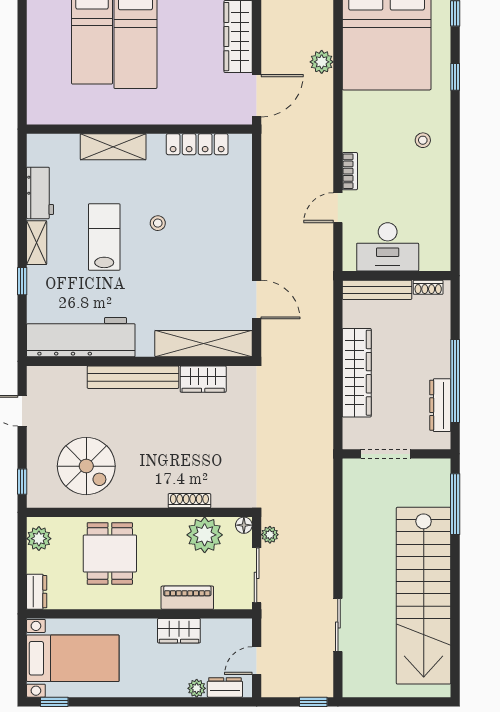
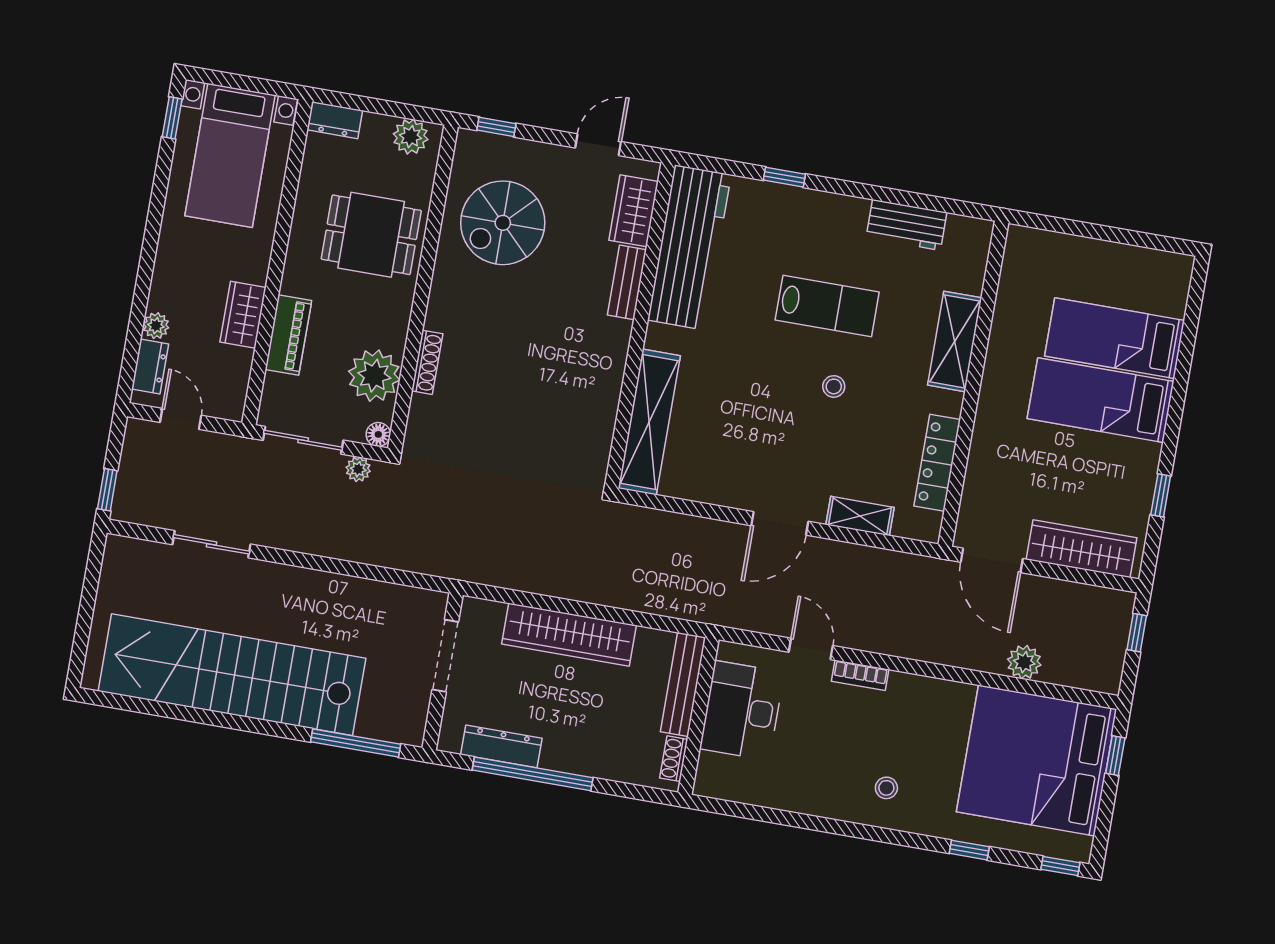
shelving: (37, 243) -> (860, 516), moved
door: (257, 300) -> (780, 523), moved
bench: (133, 377) -> (627, 282), width x0.54, depth x0.82
wardrobe: (203, 379) -> (634, 211), moved

